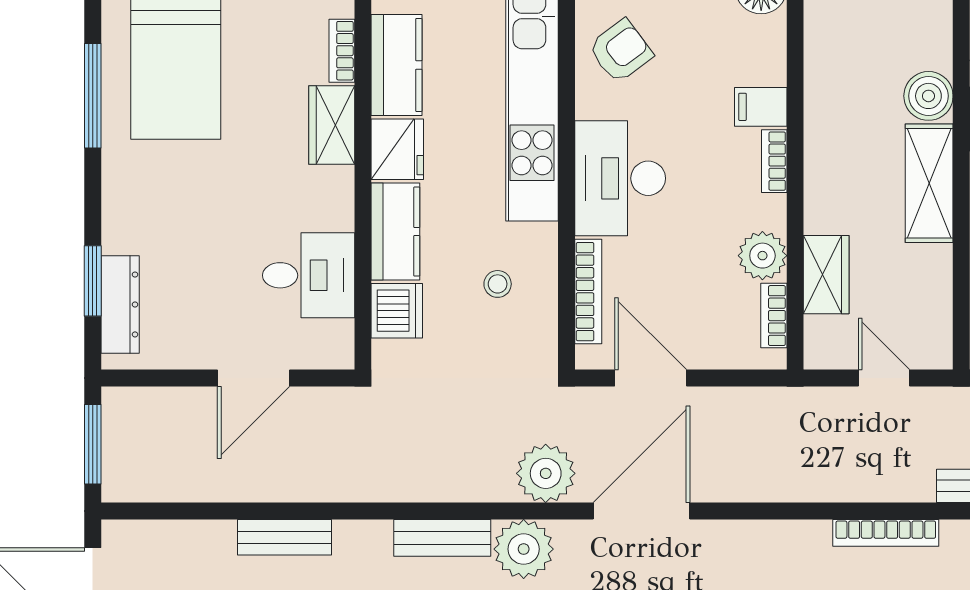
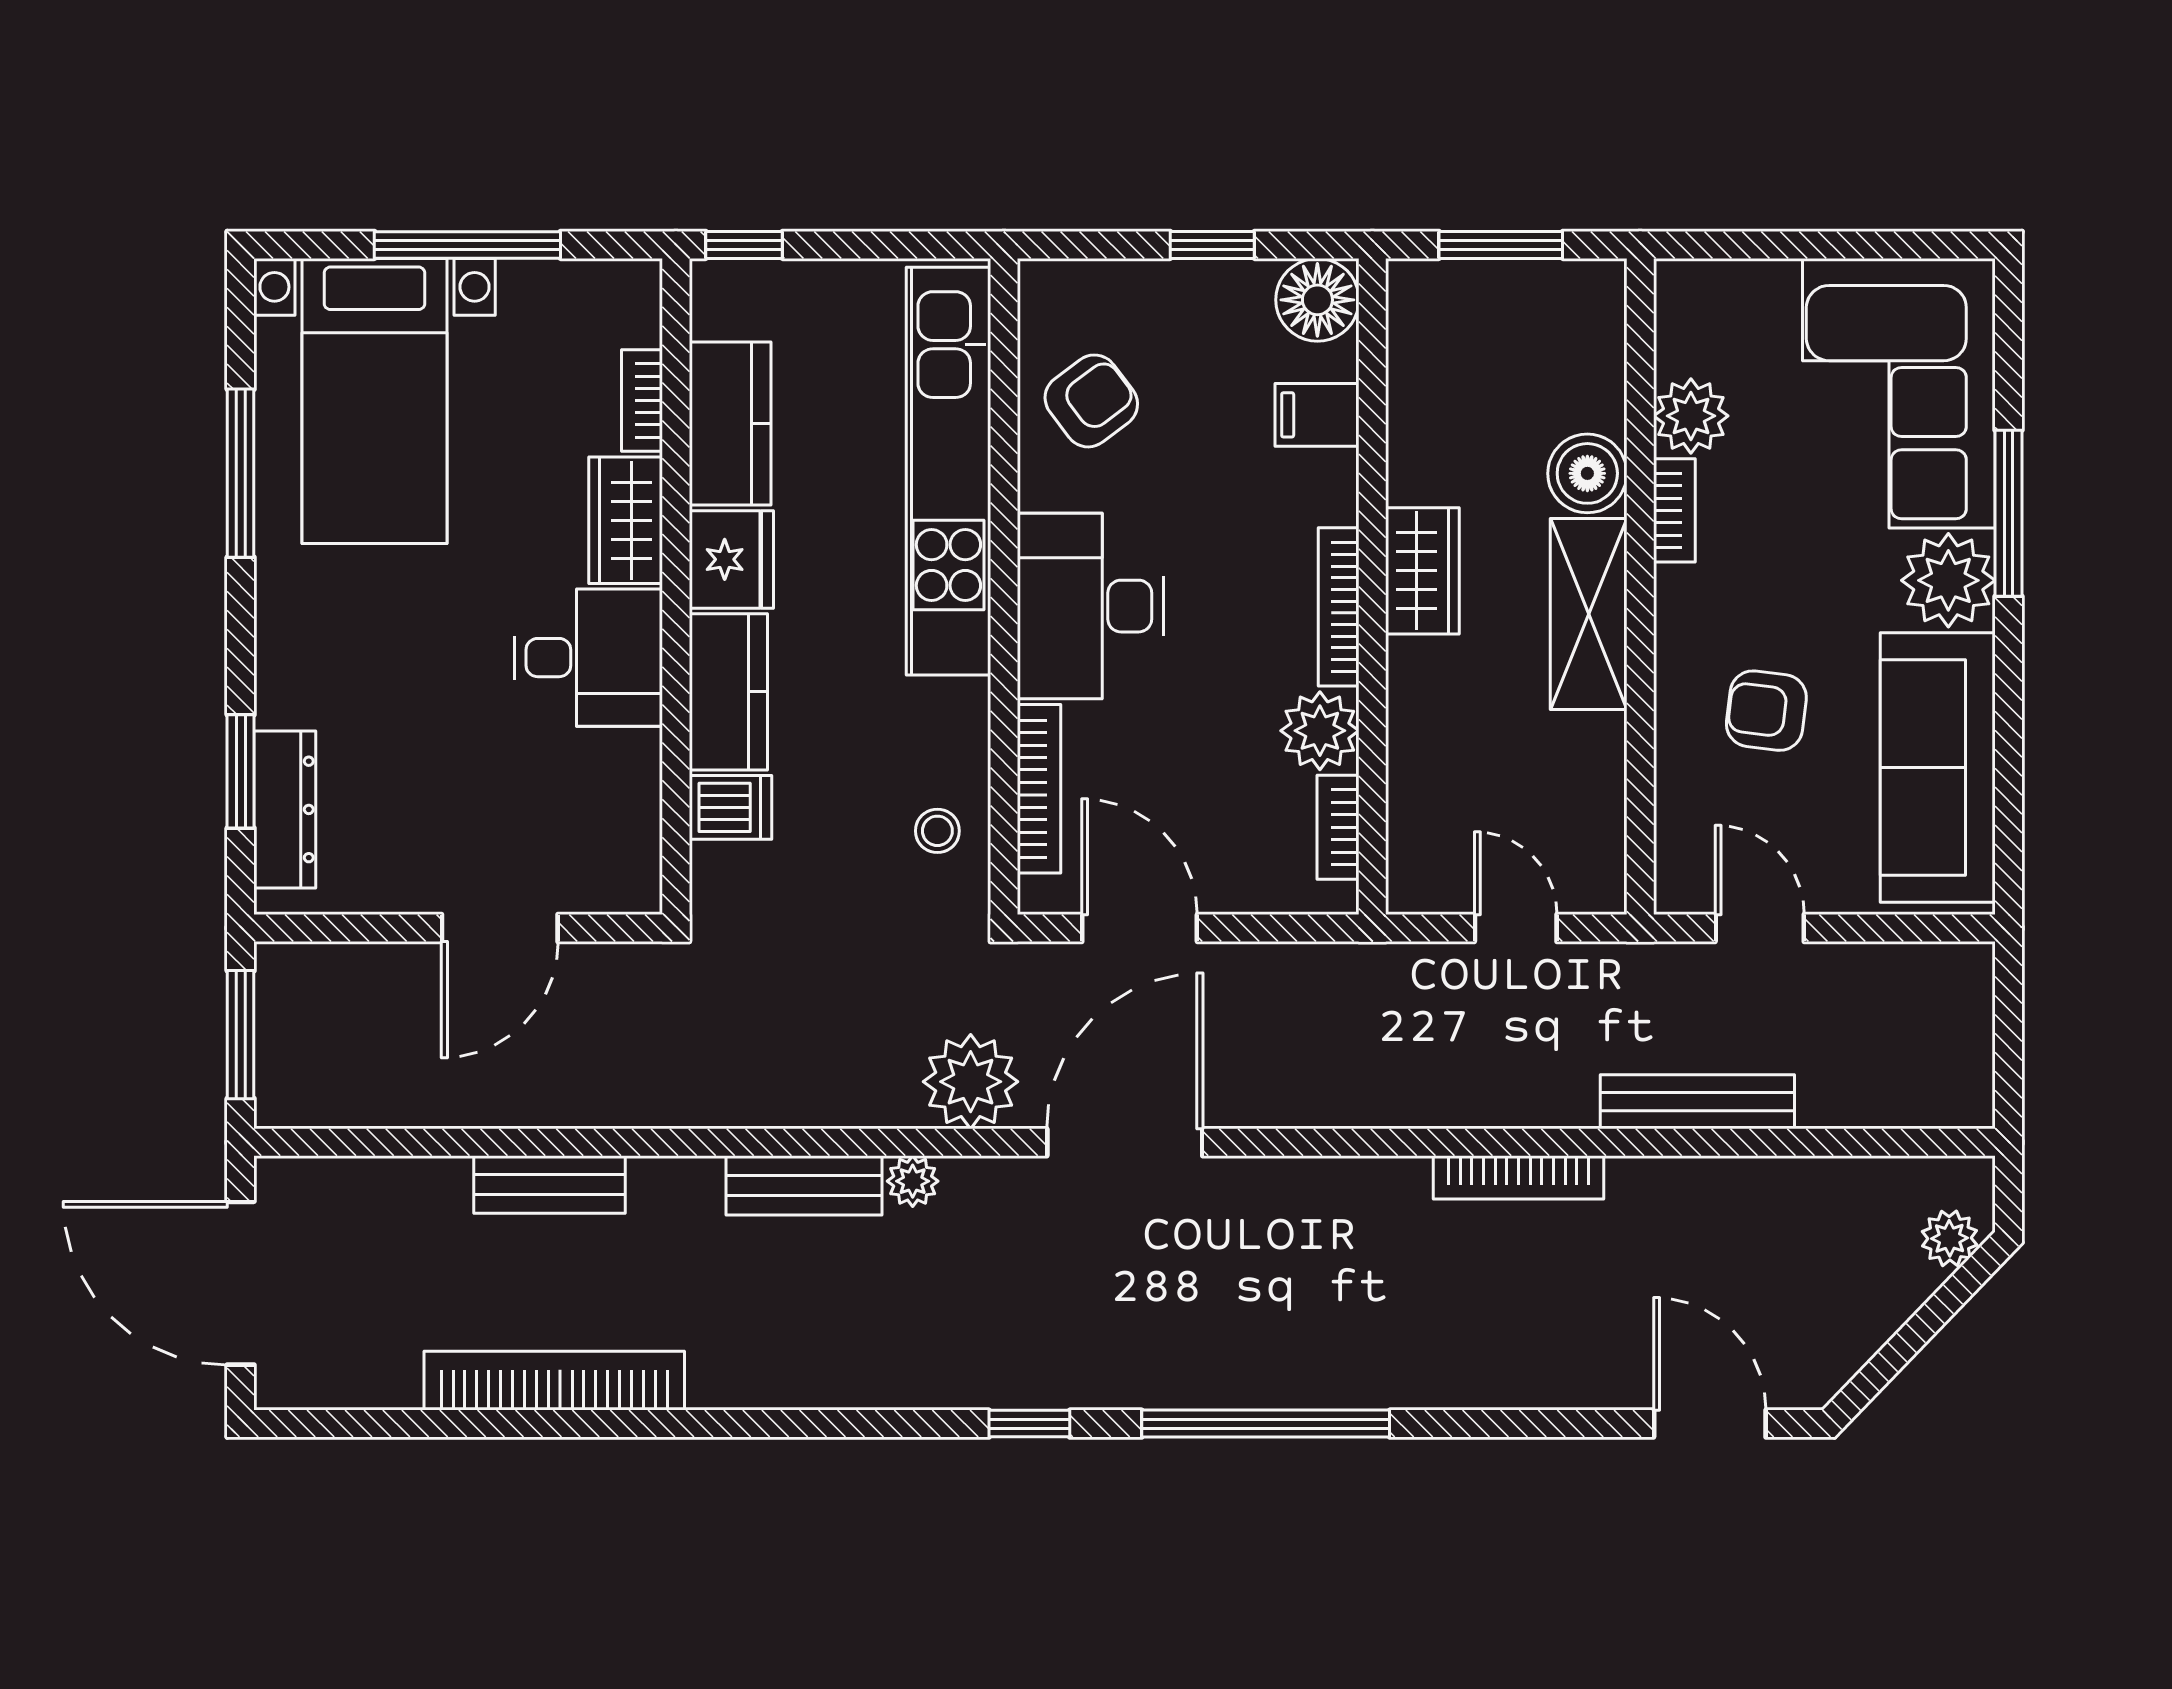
filing cabinet: (761, 107) -> (1317, 415), moved
bookcase: (774, 161) -> (1339, 607), width x1.56
desk: (309, 275) -> (588, 658), moved
wardrobe: (826, 275) -> (1422, 571), moved
stool: (498, 284) -> (937, 831), moved
dishwasher: (397, 311) -> (730, 807), width x0.73
plant: (524, 549) -> (913, 1181), width x0.53, depth x0.53

